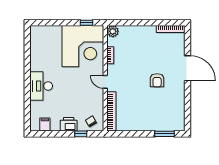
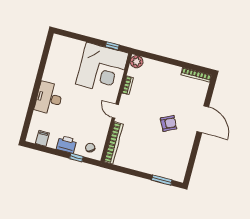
armchair: (157, 80) -> (169, 123), turned -116

